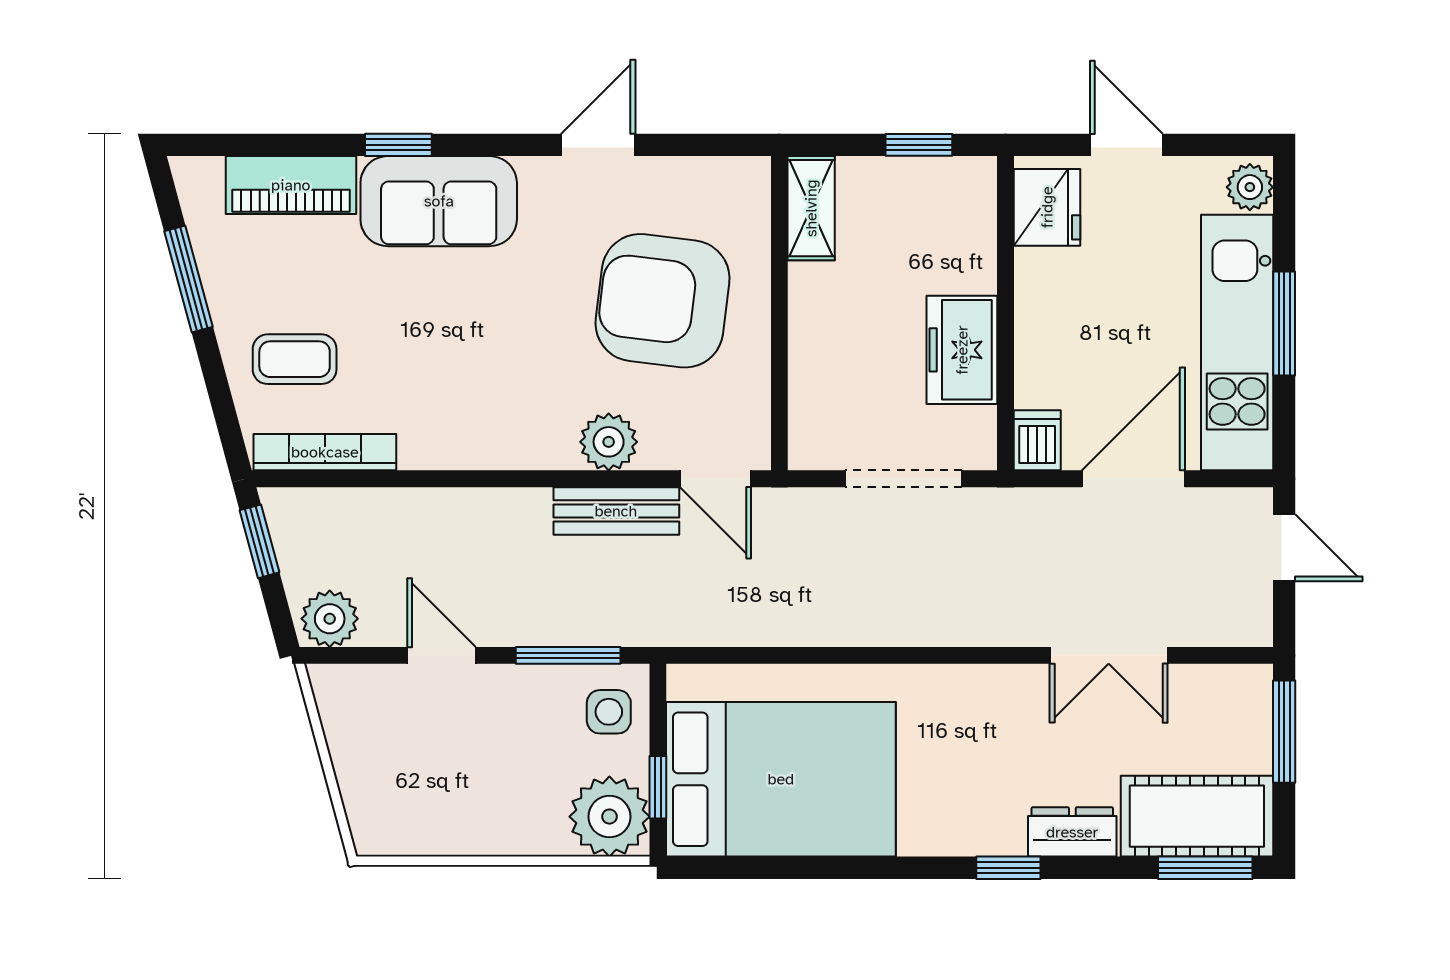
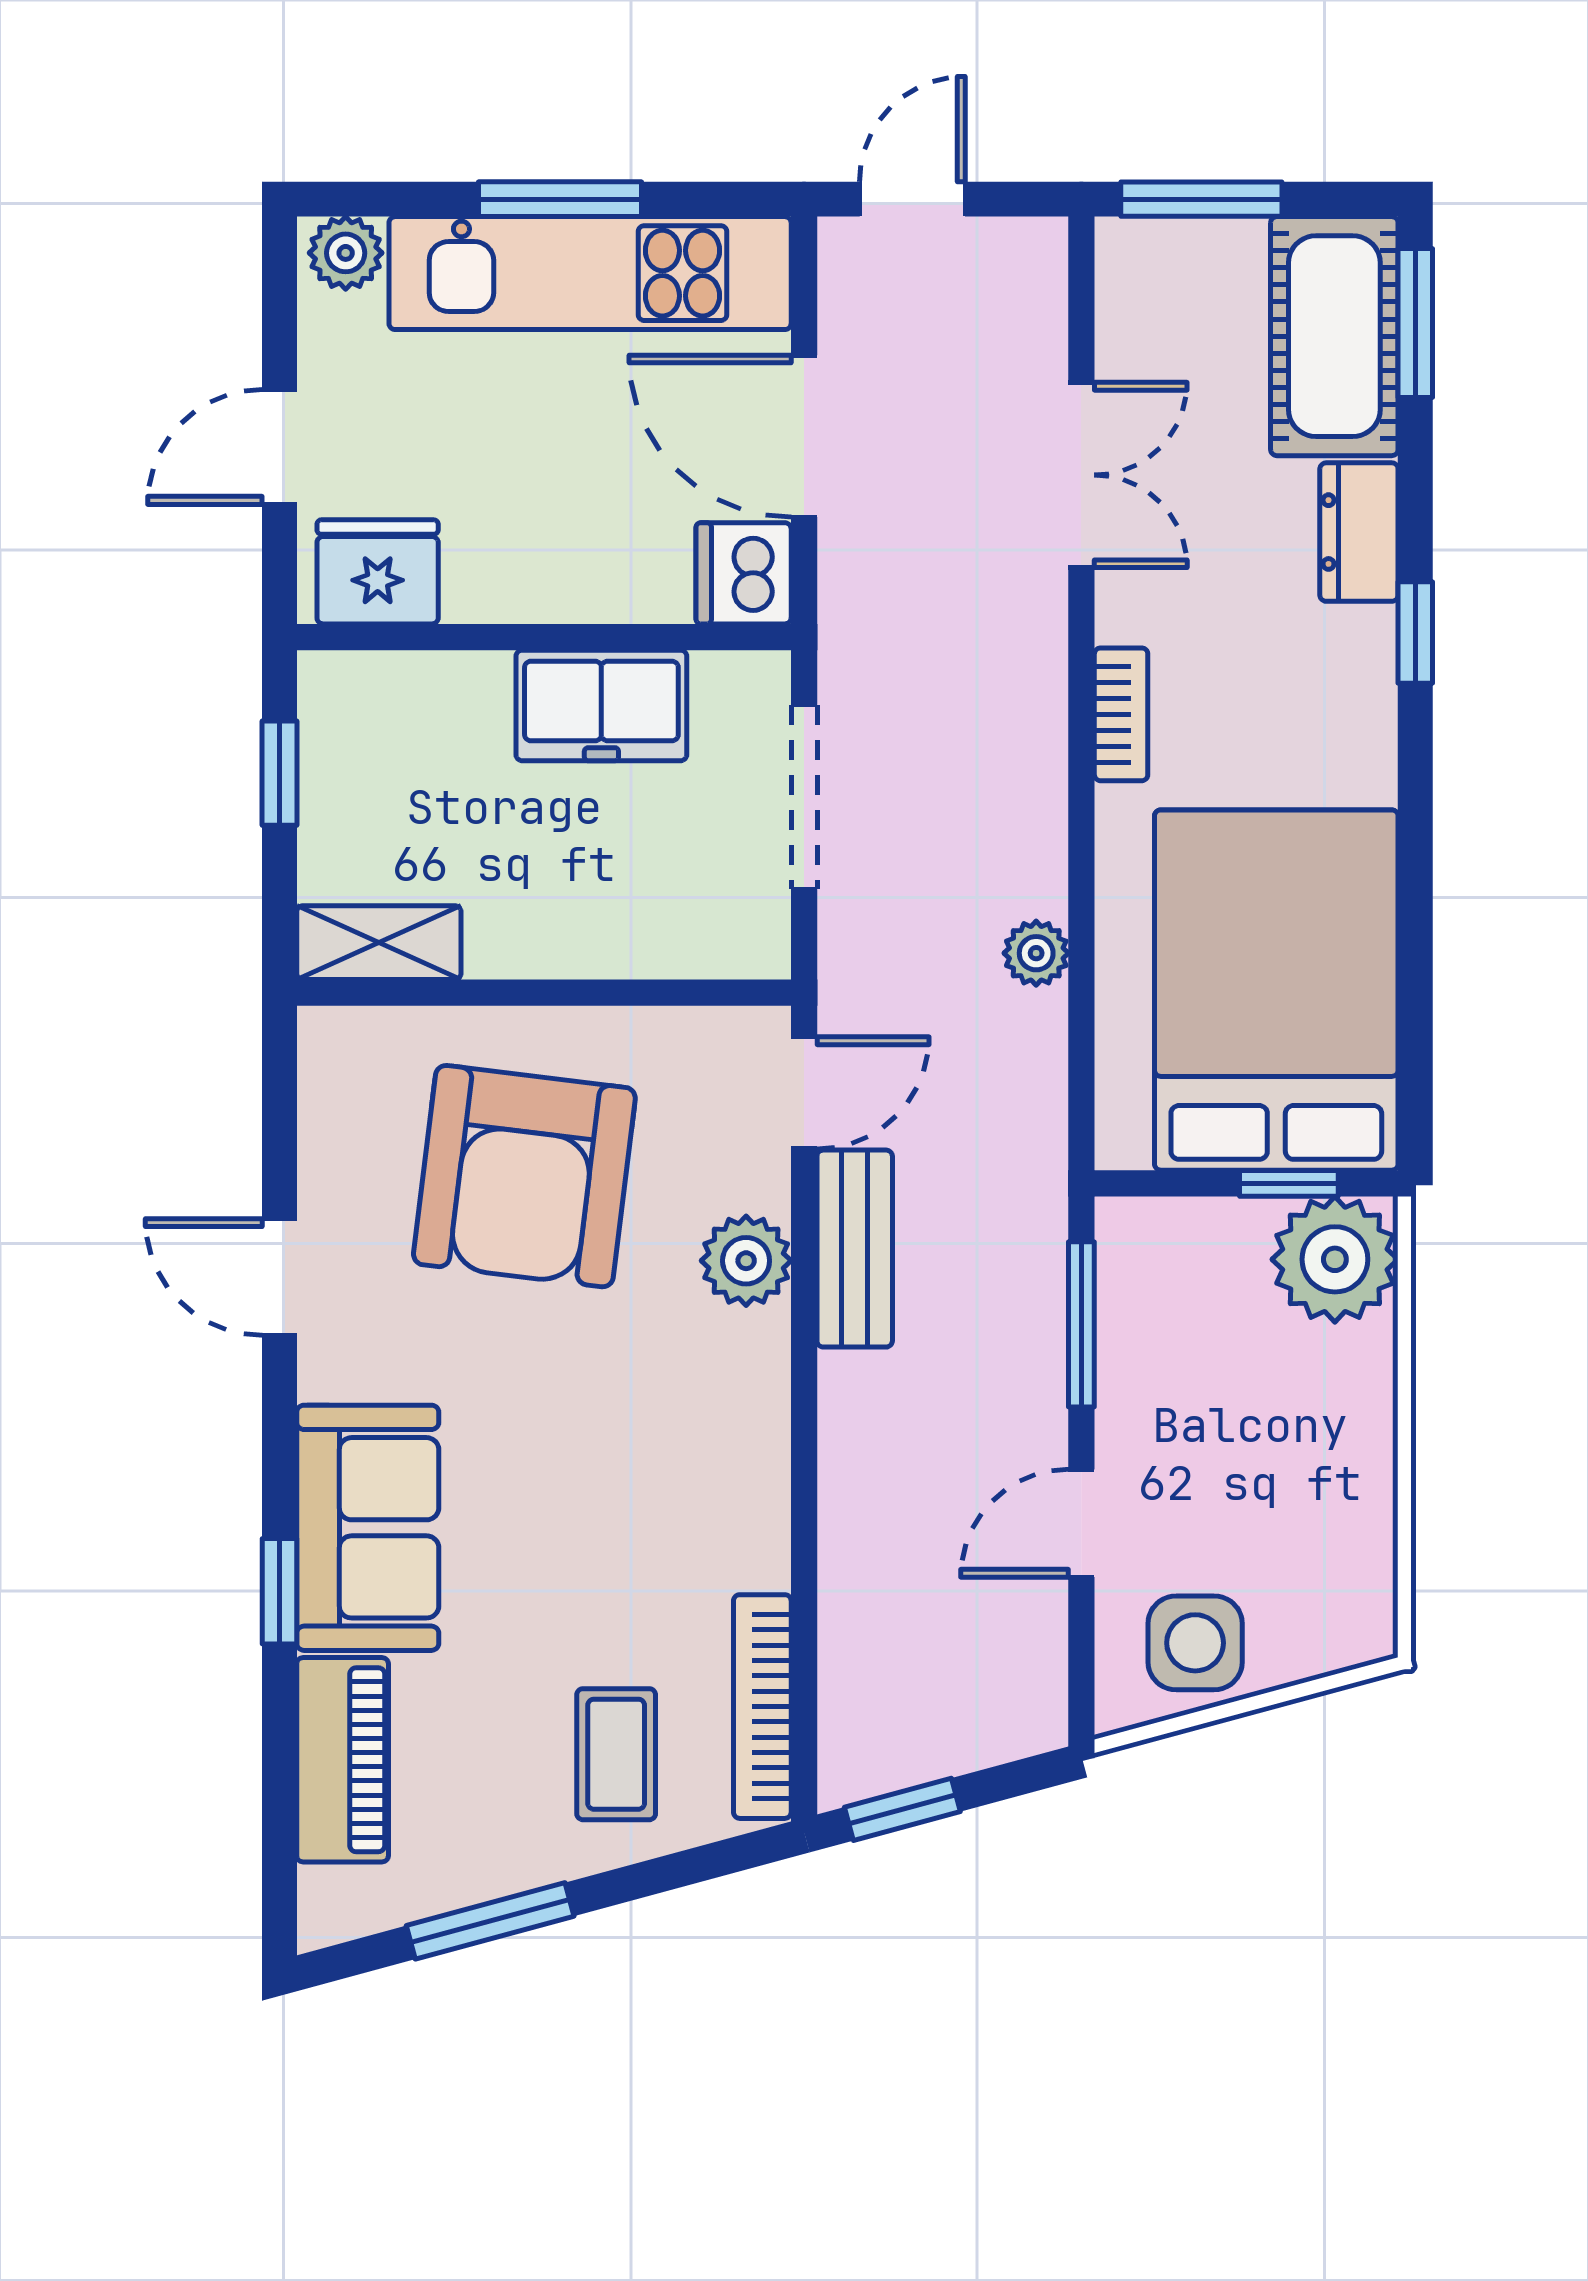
dishwasher: (1037, 440) -> (744, 573), width x1.38
plant: (330, 619) -> (1036, 953), moved, width x0.73, depth x0.73
bookcase: (956, 681) -> (1121, 714), added
side table: (609, 712) -> (1195, 1643), moved, width x1.37, depth x1.37

